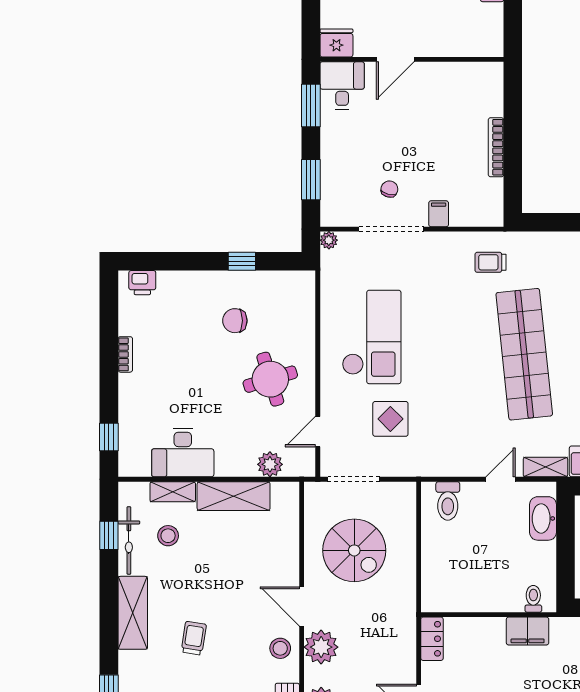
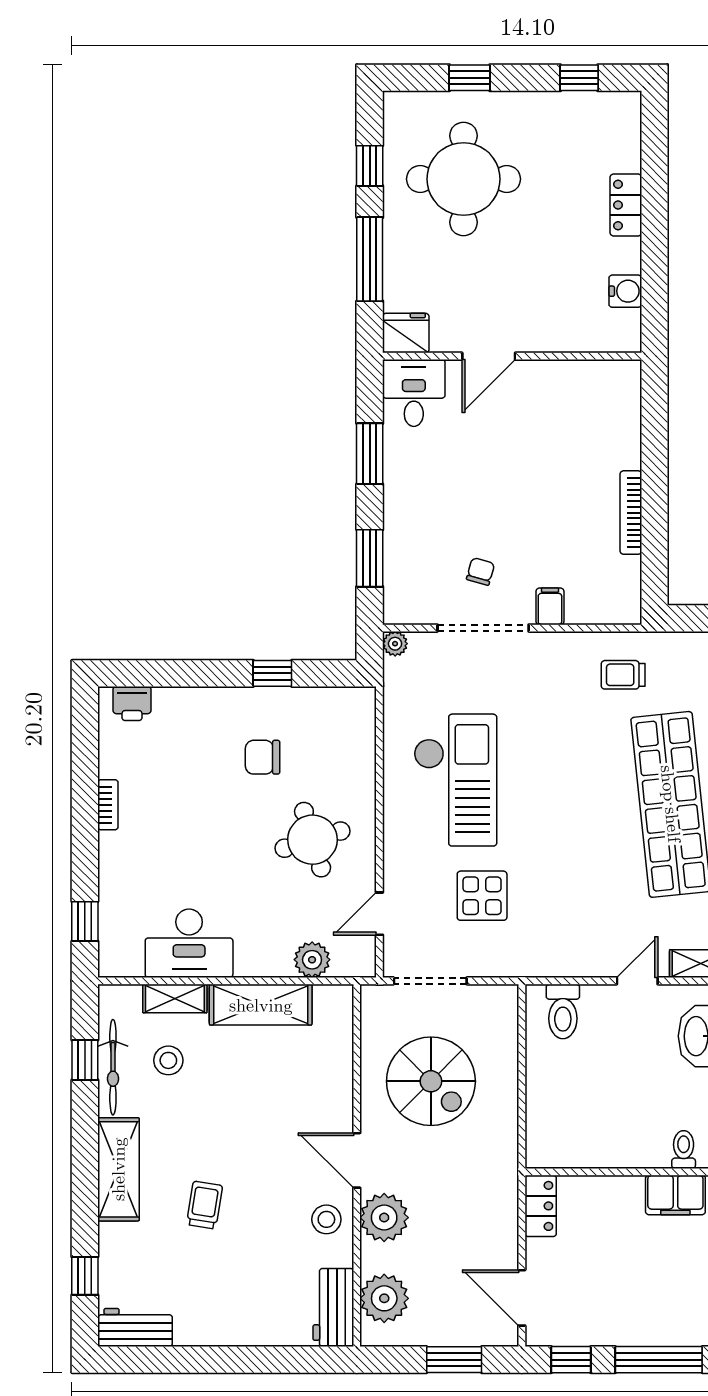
fridge: (336, 43) -> (406, 333), moved
door: (395, 59) -> (489, 356), moved
wall: (412, 59) -> (512, 356), moved
desk: (342, 85) -> (414, 393), moved

